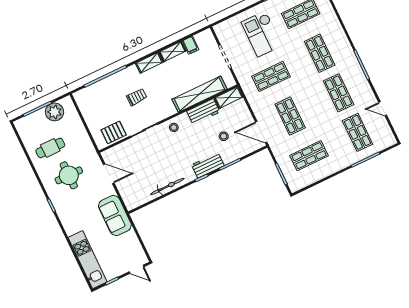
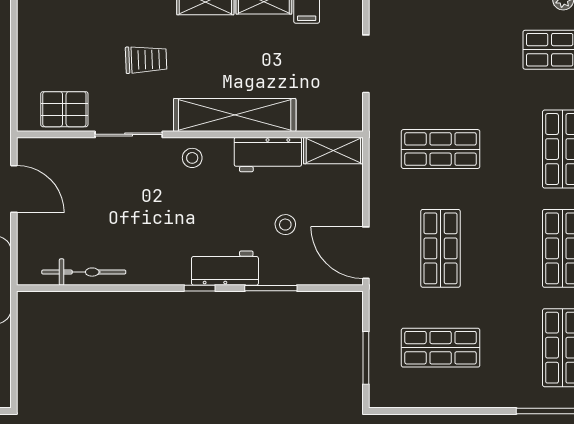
checkout: (262, 34) -> (463, 53), removed
shelving: (199, 94) -> (235, 115), moved
bicycle: (167, 186) -> (84, 272), moved

